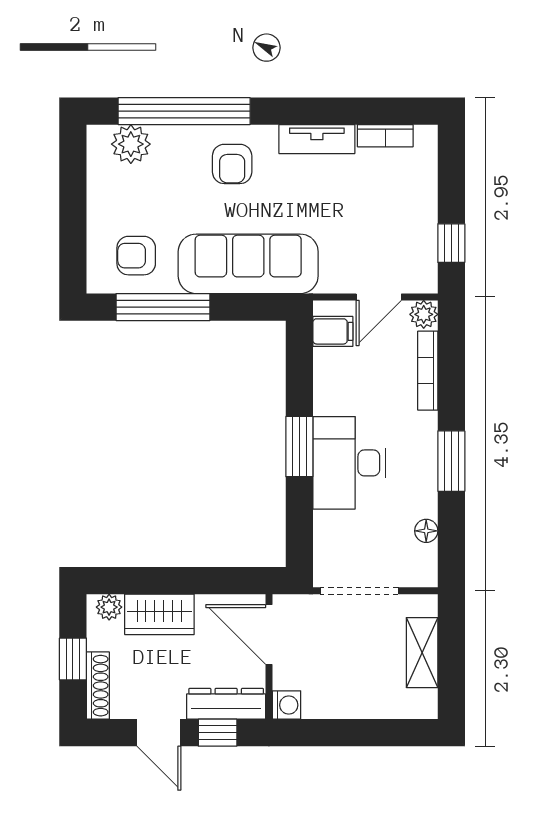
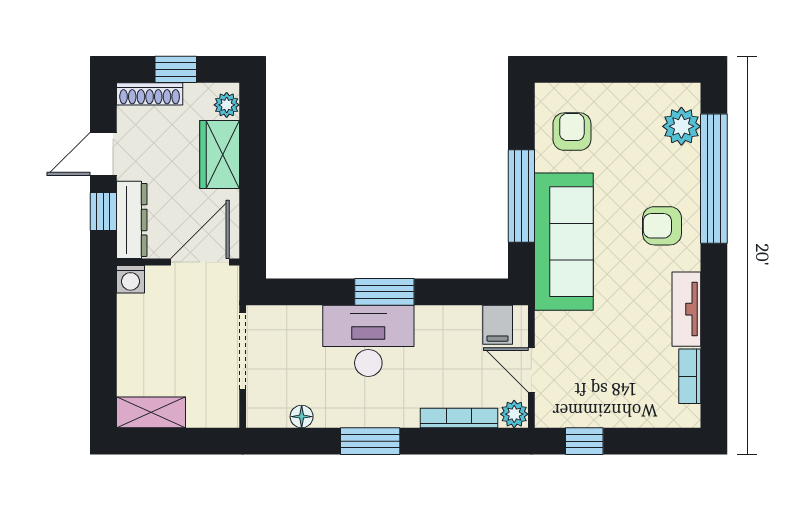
window: (163, 307) -> (521, 196), moved
shelving: (422, 653) -> (151, 412), moved

